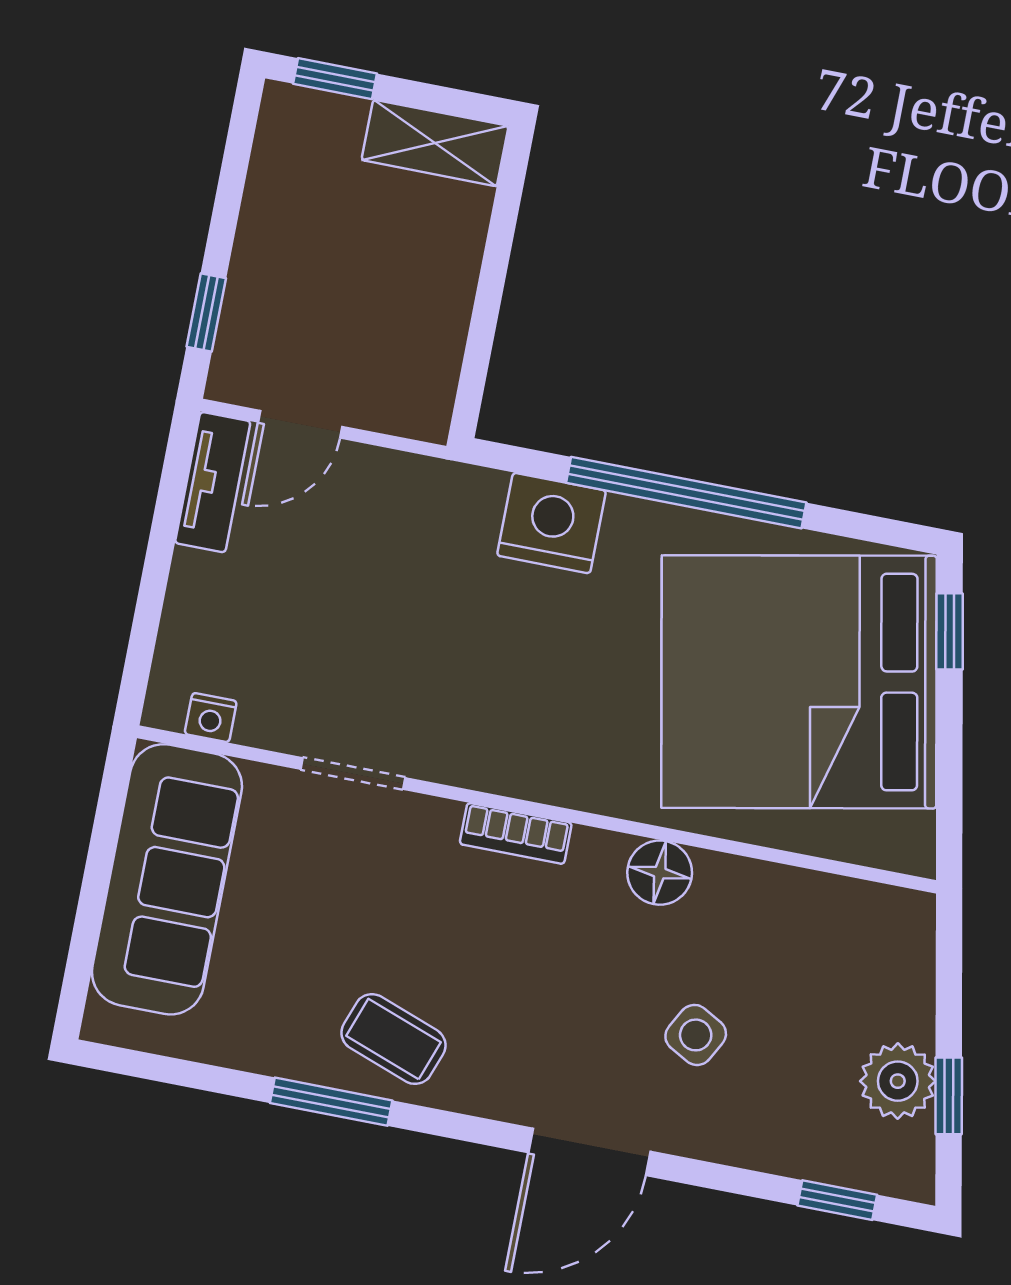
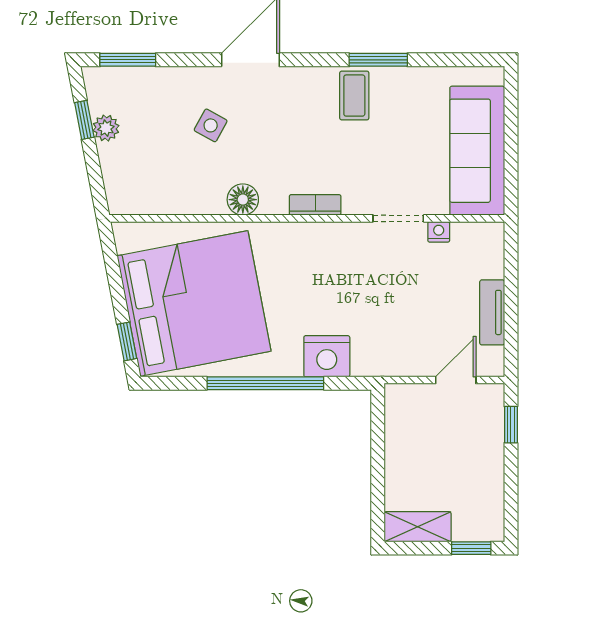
tv unit: (213, 482) -> (492, 312), moved
nightstand: (211, 718) -> (439, 232), moved
coffee table: (393, 1039) -> (354, 96), turned 70
plant: (898, 1081) -> (106, 128), width x0.73, depth x0.73
window: (837, 1200) -> (128, 60), width x1.50

